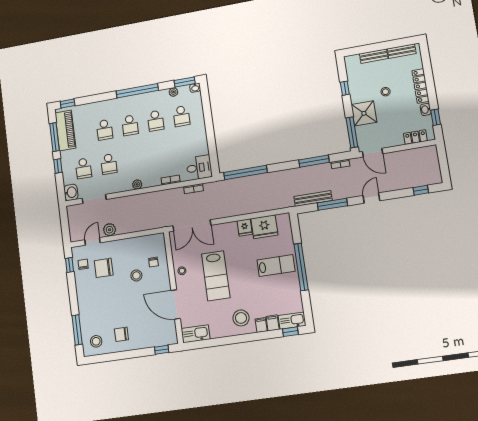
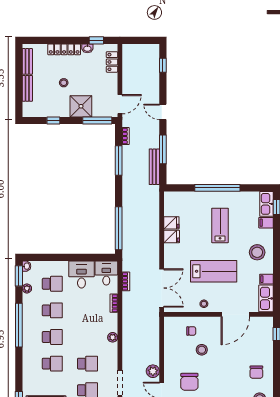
desk: (194, 143) -> (81, 275), added
fridge: (264, 227) -> (171, 223), width x0.53, depth x0.75
lab bench: (276, 266) -> (220, 225), moved
filing cabinet: (261, 325) -> (266, 279), moved

